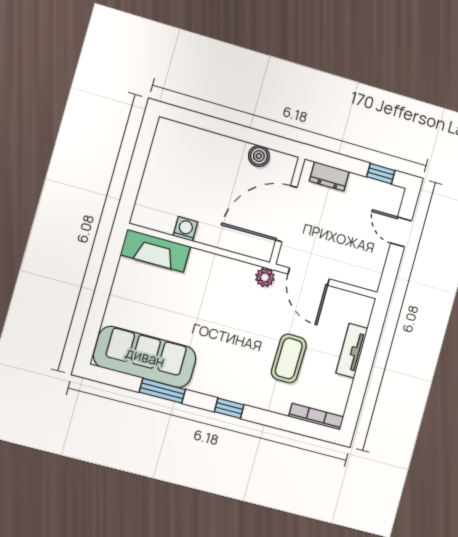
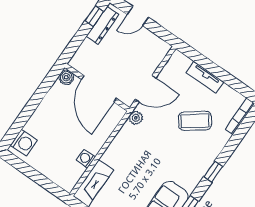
washing machine: (177, 136) -> (24, 143), added
boiler: (259, 156) -> (66, 77), moved
dresser: (329, 176) -> (102, 25), moved, width x1.44
coffee table: (289, 358) -> (195, 121), turned -38

